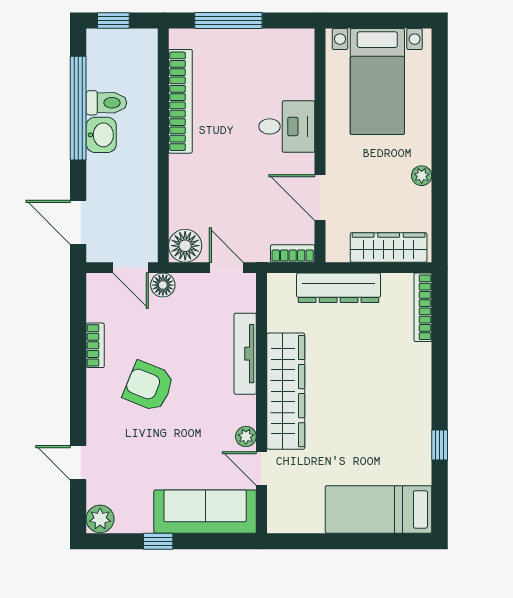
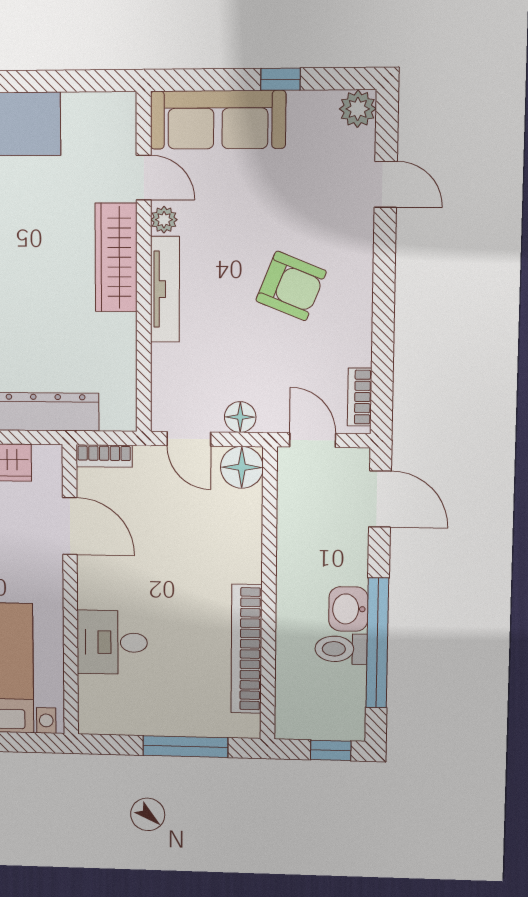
desk: (287, 126) -> (112, 642), moved
floor lamp: (163, 285) -> (240, 417), moved
bookcase: (95, 345) -> (360, 397), moved
tv unit: (245, 354) -> (165, 289), moved
wardrobe: (286, 391) -> (116, 257), width x0.71, depth x0.85

